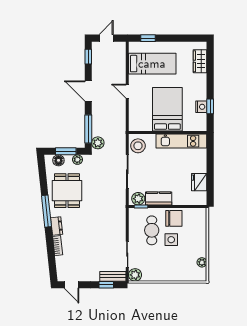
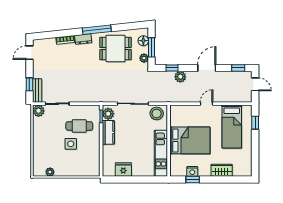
wardrobe: (200, 61) -> (222, 170), moved
window: (88, 129) -> (172, 68), width x0.46
plant: (98, 143) -> (180, 77), moved
chair: (174, 218) -> (90, 146), removed

